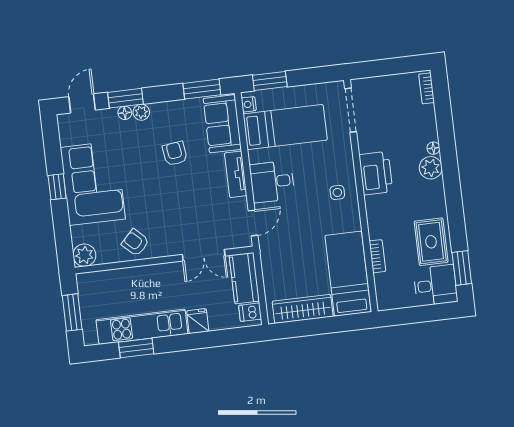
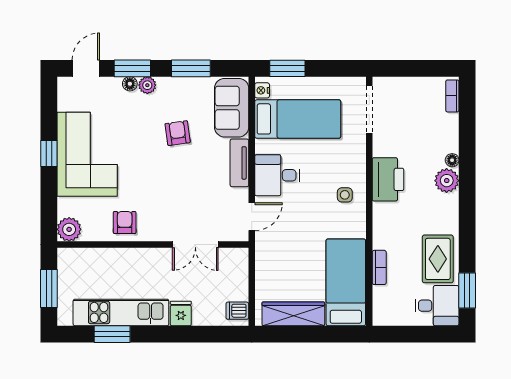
window: (202, 89) -> (191, 68), moved
armchair: (135, 243) -> (125, 222), turned 46
kitchen counter: (244, 278) -> (235, 274), removed

